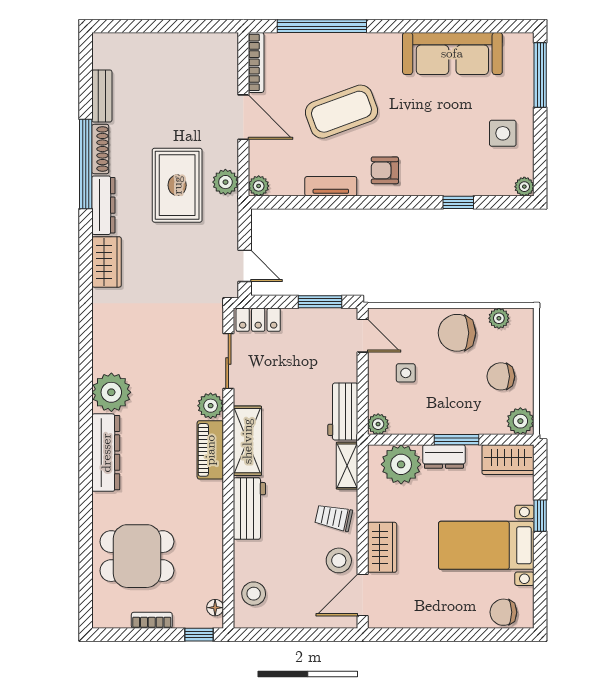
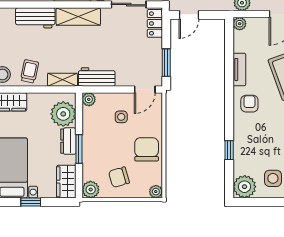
plant: (524, 187) -> (245, 187), width x1.87, depth x1.87
plant: (499, 318) -> (156, 192), moved
chair: (501, 376) -> (119, 177), turned -106

